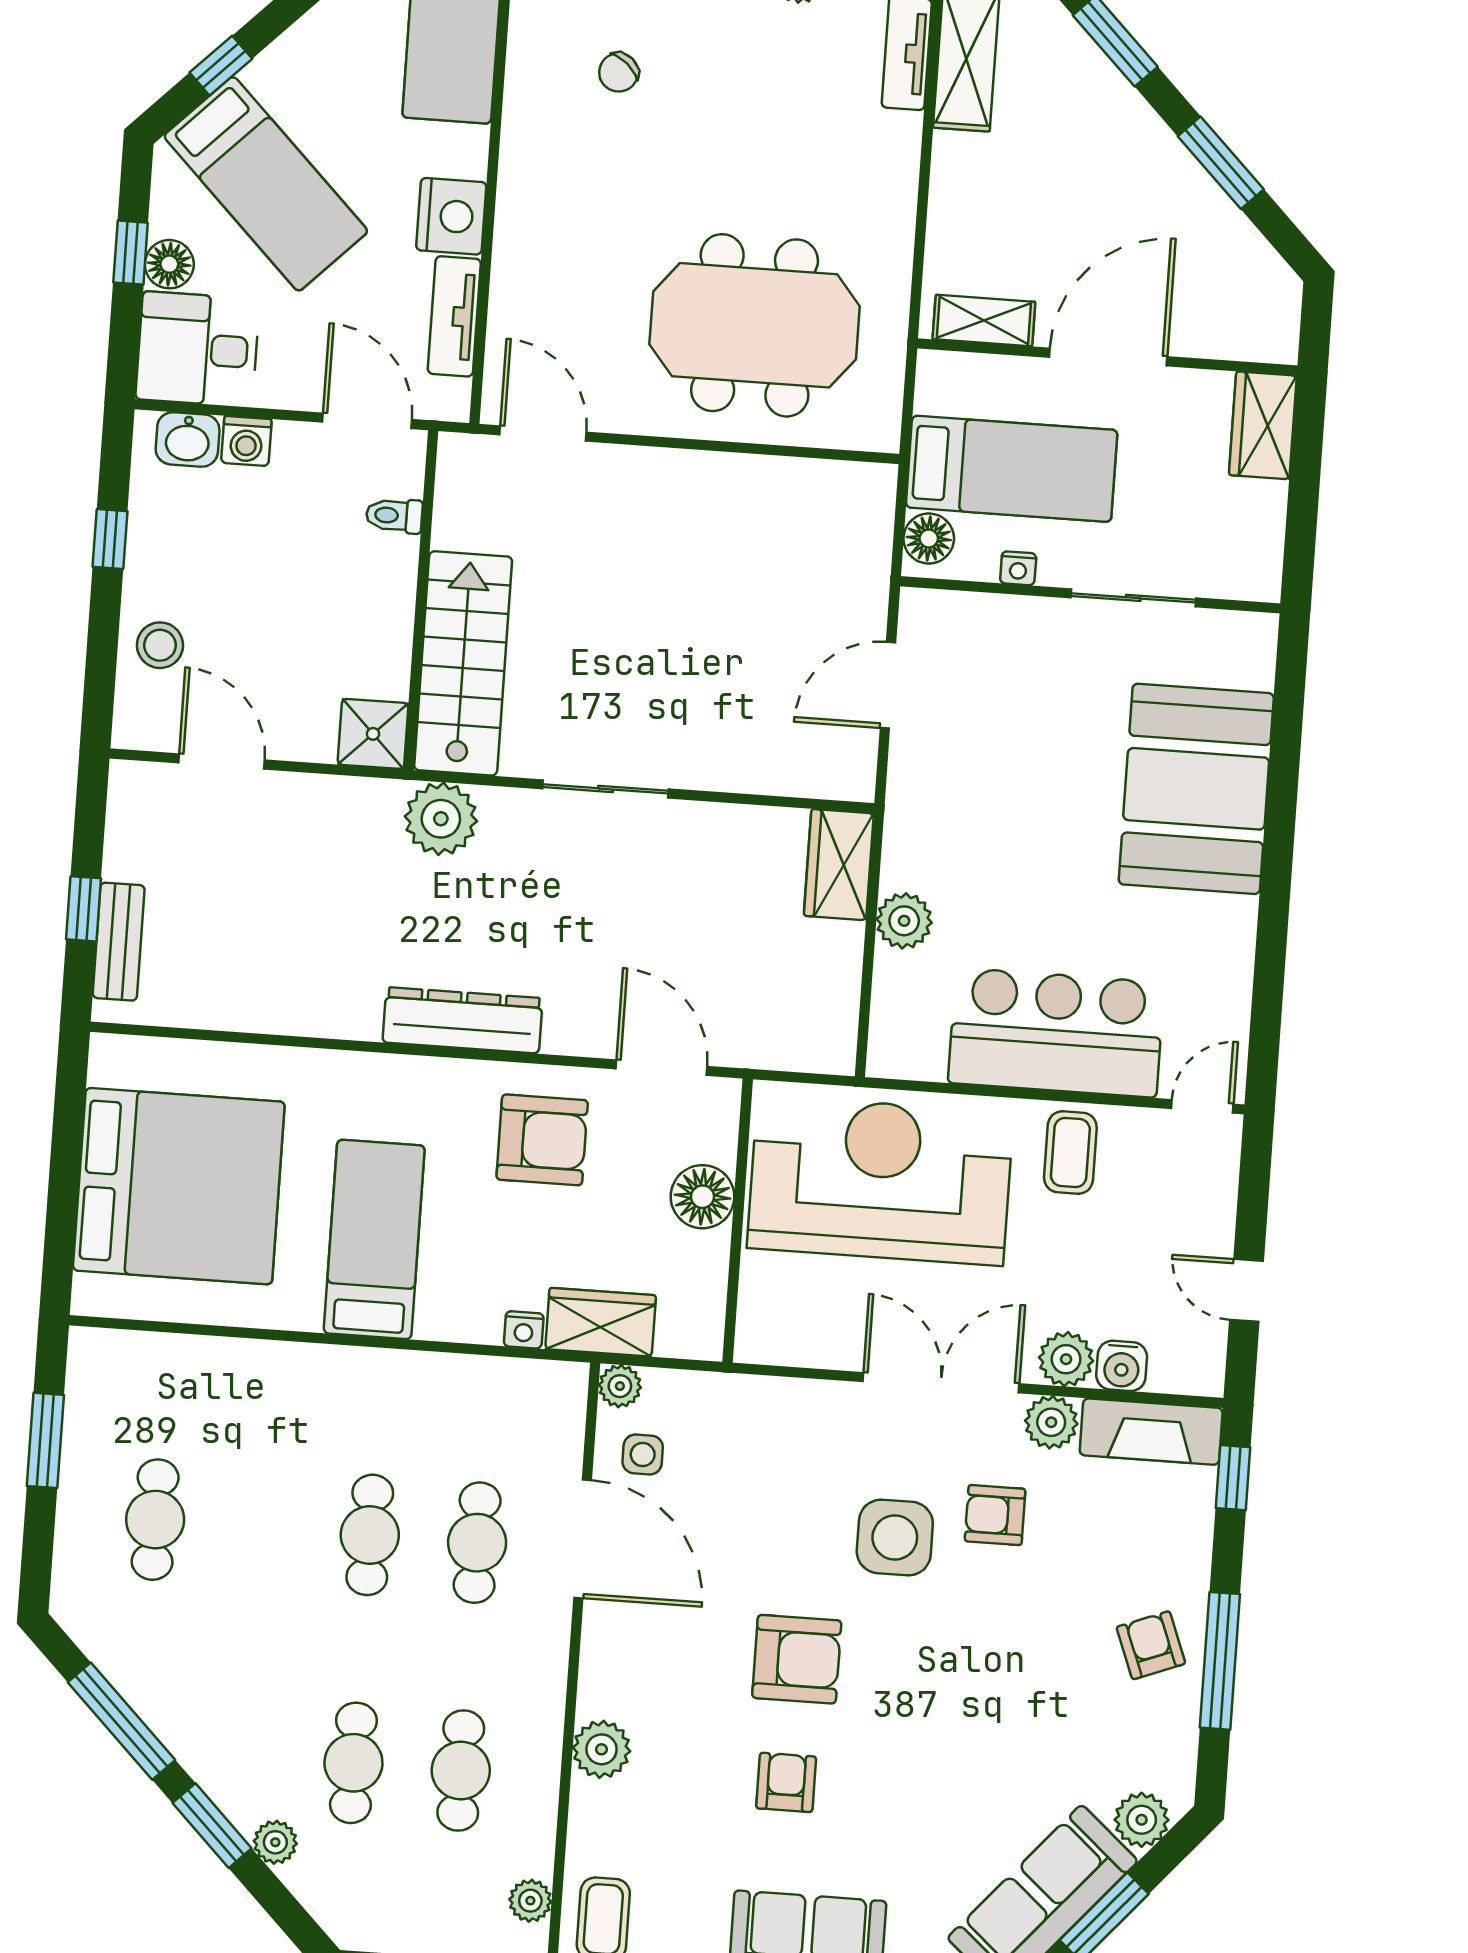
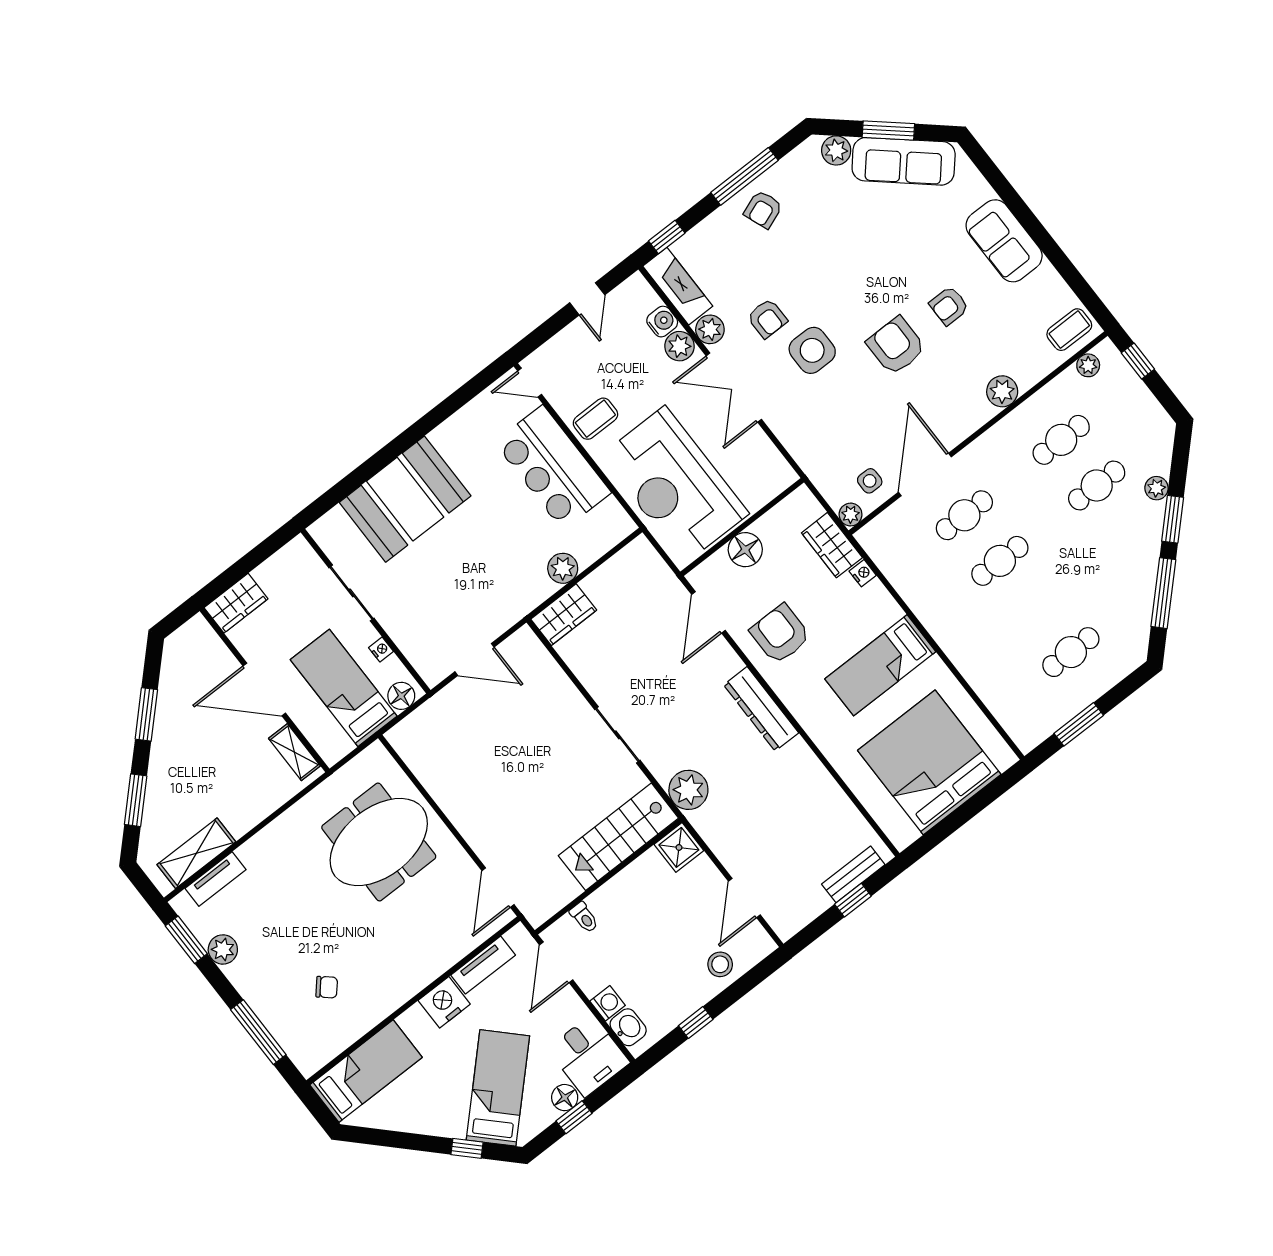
meeting table: (755, 325) -> (379, 842), turned 90

